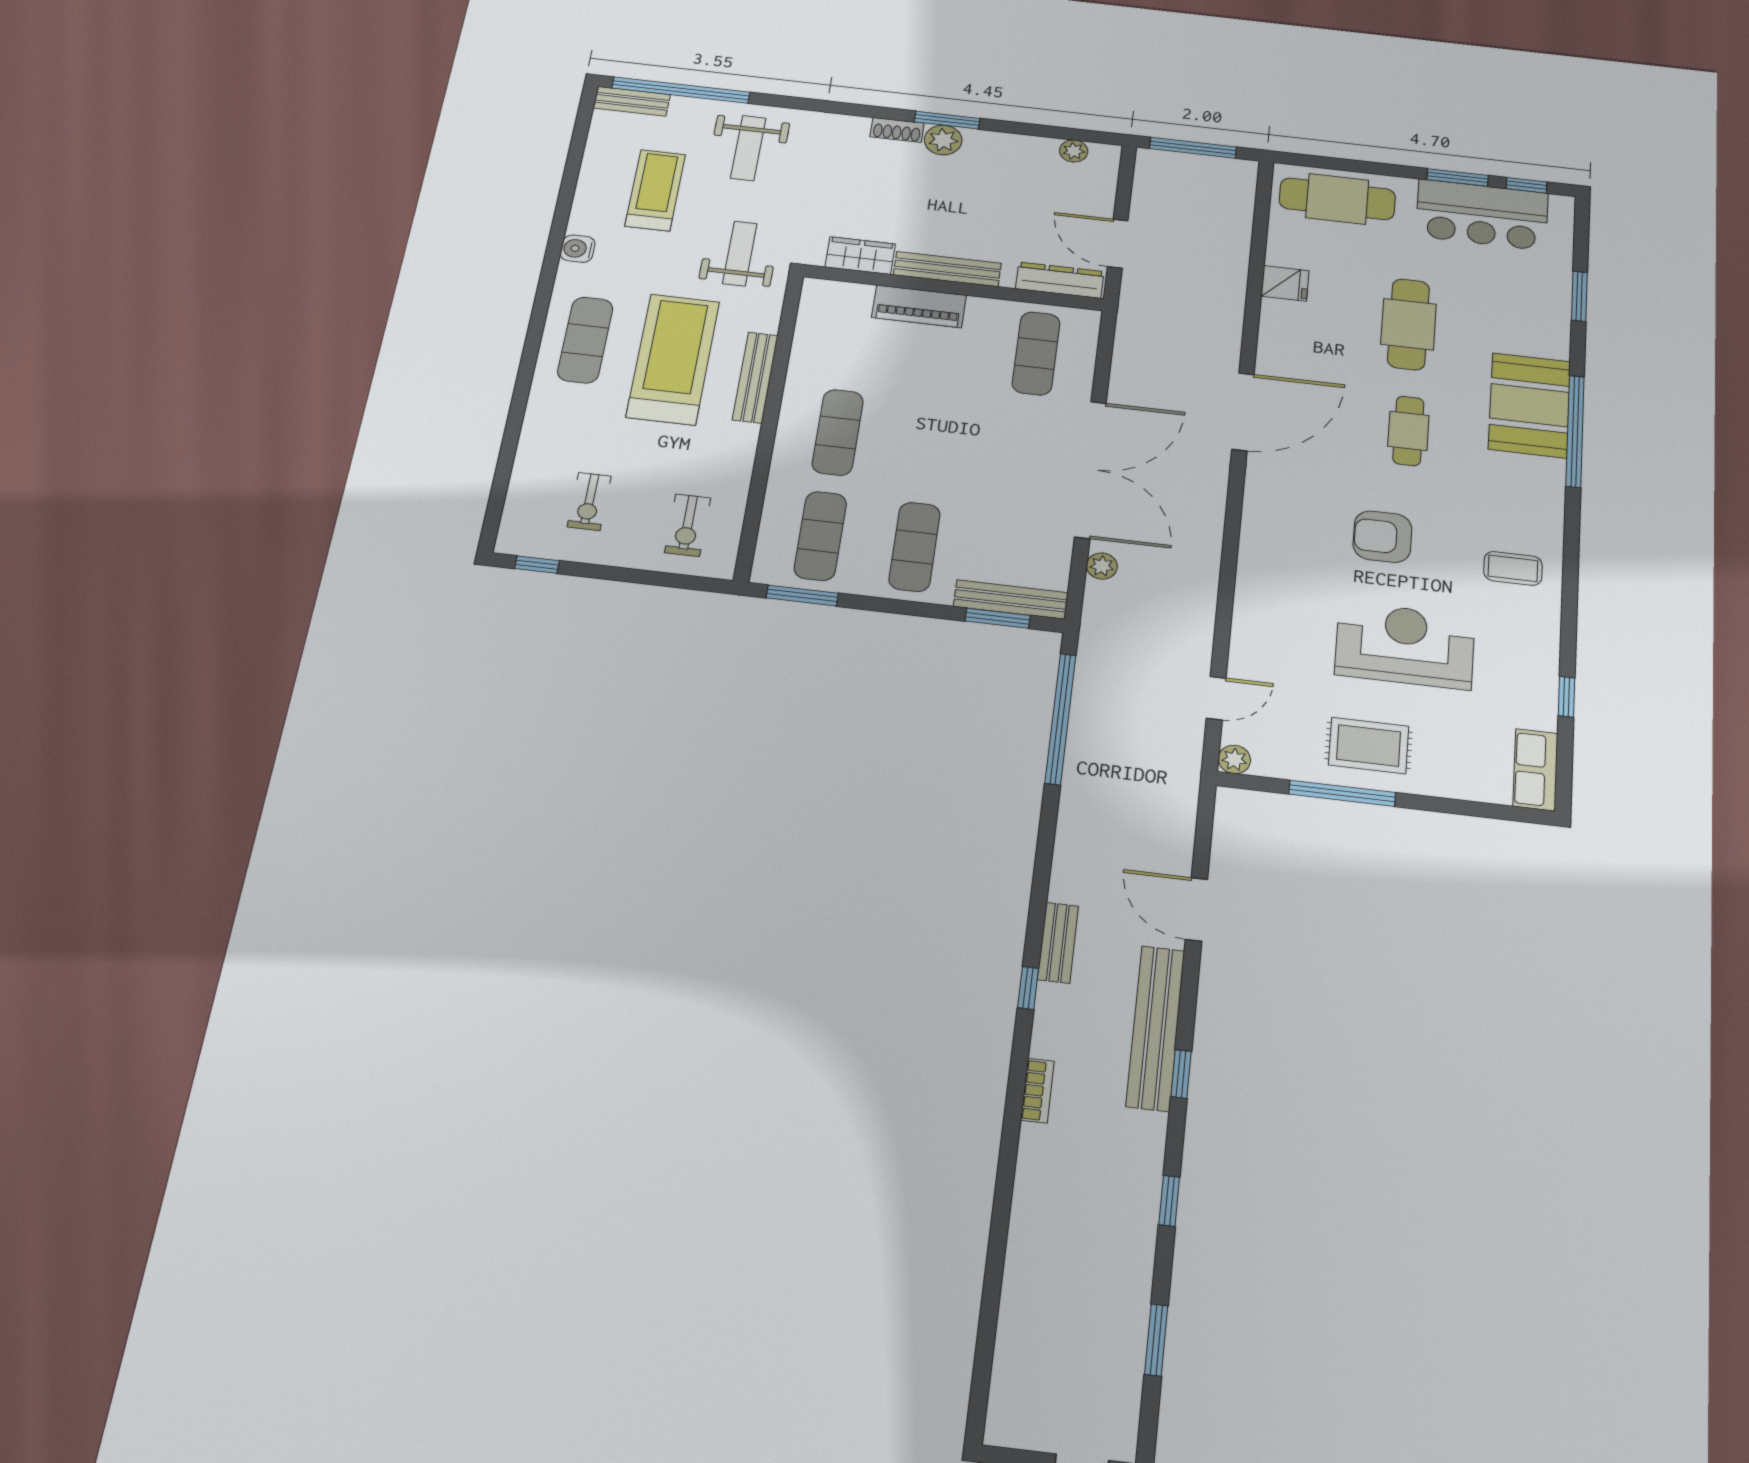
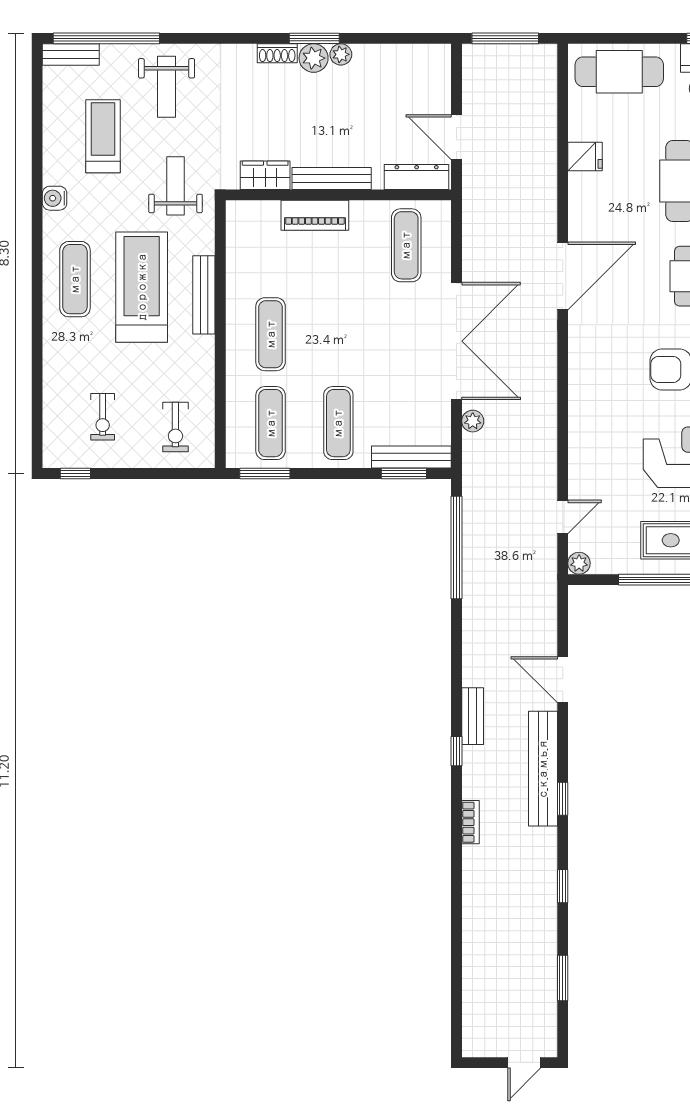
plant: (1074, 151) -> (341, 54), moved

